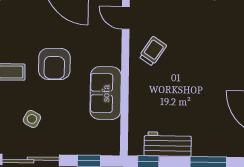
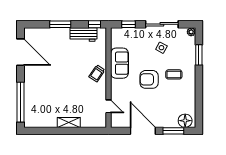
trolley: (153, 51) -> (97, 73), moved
armchair: (54, 64) -> (149, 79), turned -90

